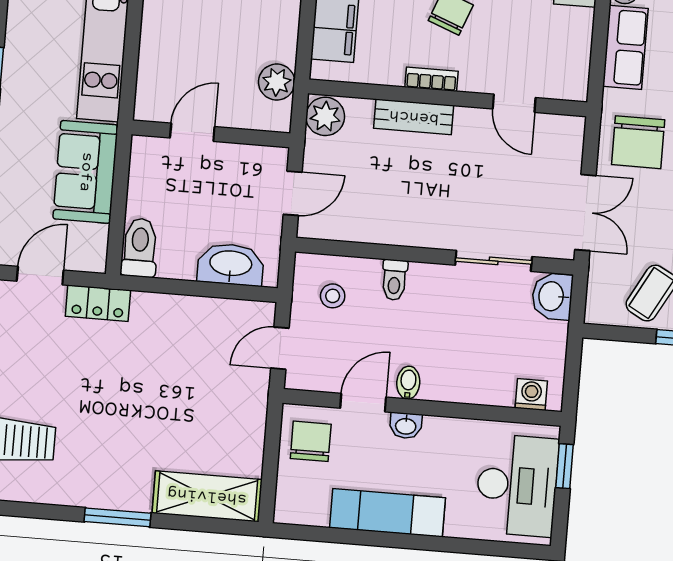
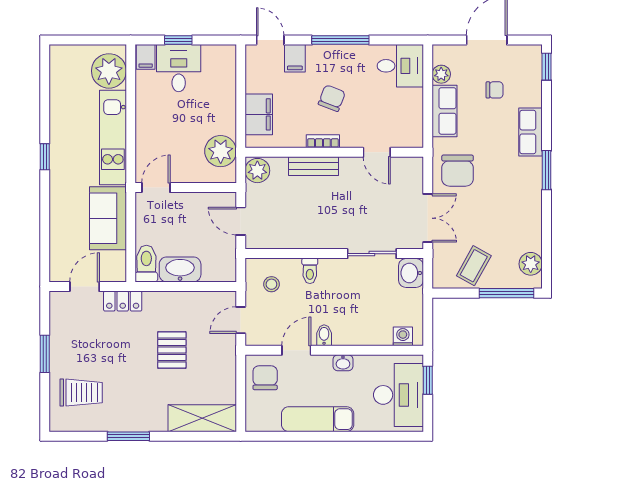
plant: (277, 82) -> (221, 151), width x1.36, depth x1.36
door: (192, 132) -> (156, 188), moved
door: (293, 193) -> (241, 221), swing flipped
washbasin: (231, 264) -> (180, 269), moved
pallet: (168, 386) -> (172, 350), added
washbasin: (406, 426) -> (343, 363), moved
window: (117, 517) -> (128, 436), moved

